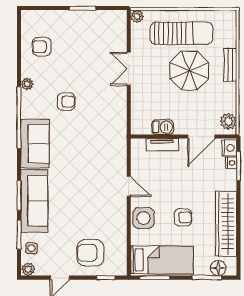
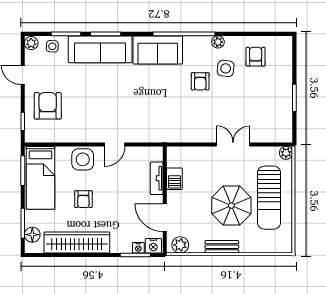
bench: (230, 65) -> (222, 247), moved
side table: (53, 76) -> (226, 68), added

